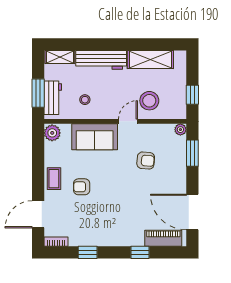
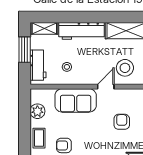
window: (38, 93) -> (25, 50), moved
plant: (52, 133) -> (37, 111), moved
armchair: (146, 161) -> (122, 122), turned -95

